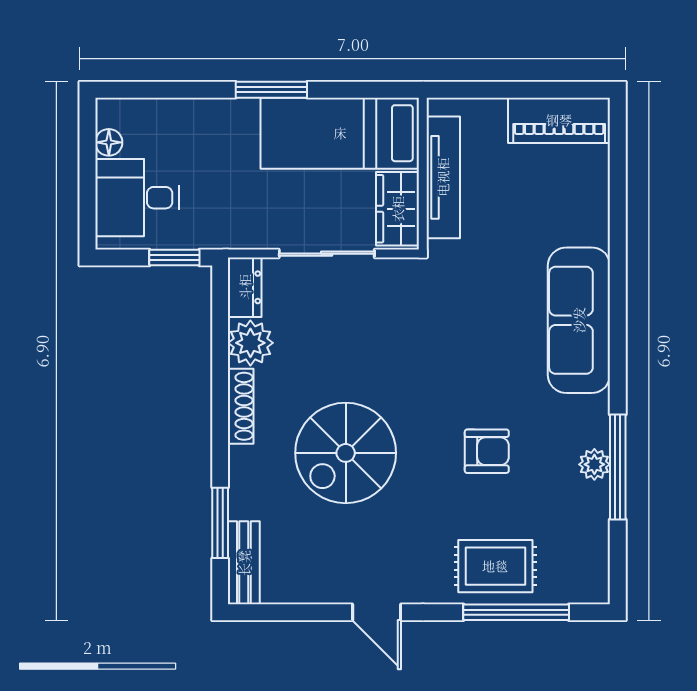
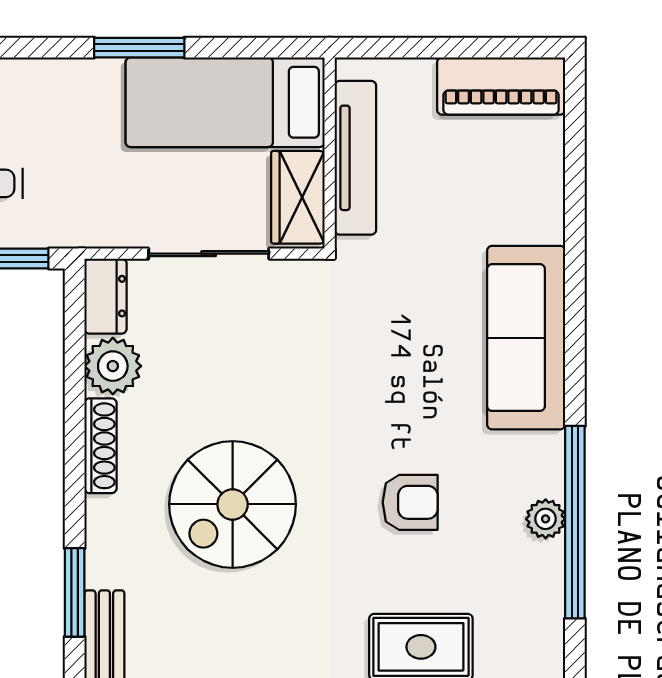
window: (618, 467) -> (575, 522), width x1.46

